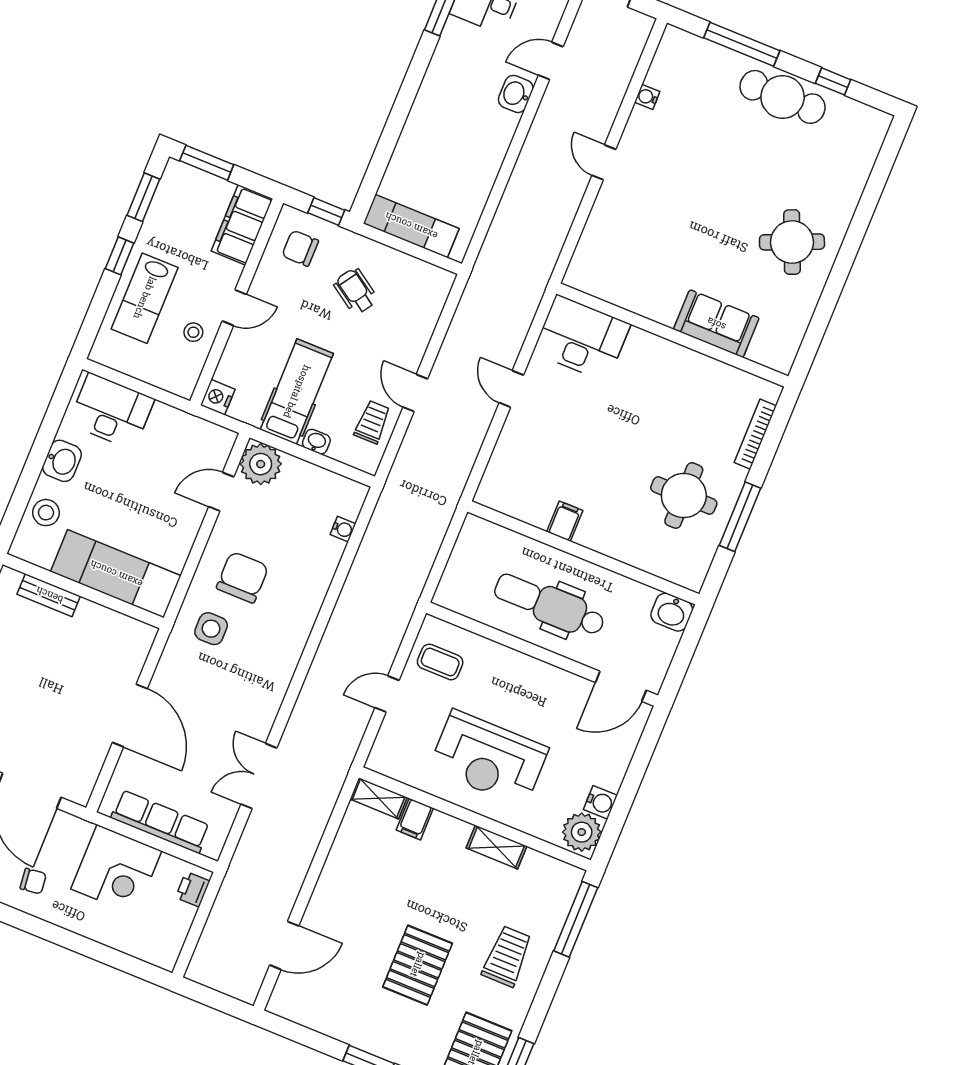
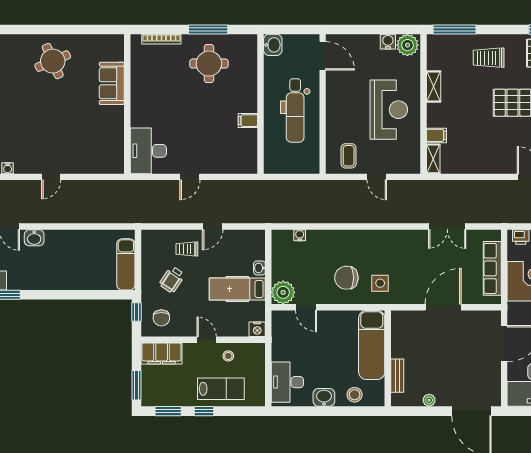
trolley: (372, 422) -> (187, 249), moved

